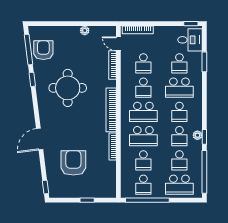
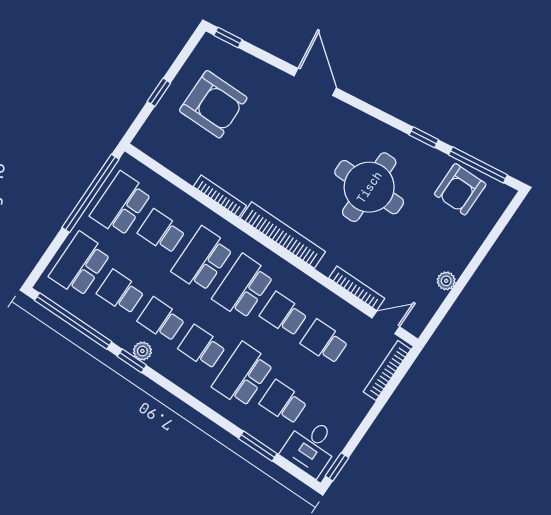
armchair: (43, 50) -> (460, 189), turned 90
armchair: (73, 163) -> (213, 104), moved
school desk: (143, 185) -> (121, 204), width x1.85

